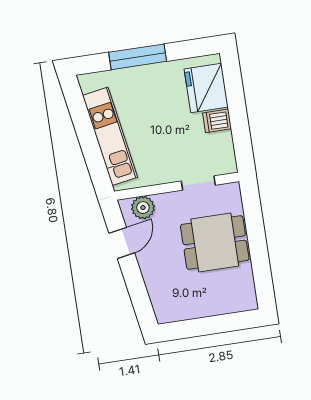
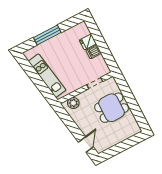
fridge: (206, 88) -> (88, 42), width x0.53, depth x0.75
door: (122, 243) -> (86, 144), moved

